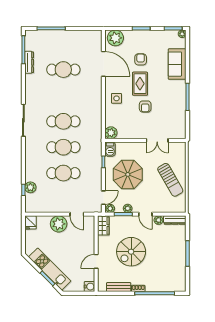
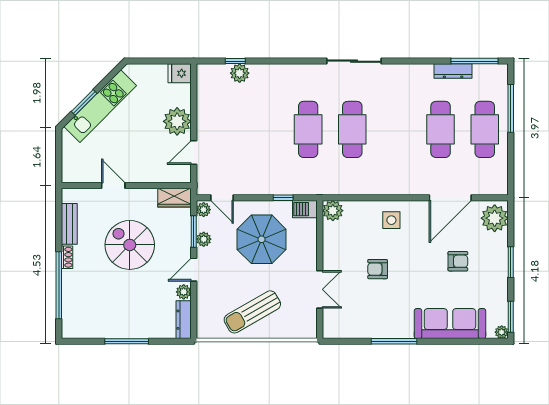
sofa: (177, 64) -> (450, 324), width x1.36
rug: (140, 84) -> (416, 260), removed
double door: (157, 140) -> (320, 289), swing flipped
cafe table: (63, 173) -> (485, 129), moved
water cooler: (89, 287) -> (70, 174), removed

